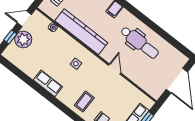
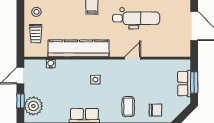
plant: (23, 39) -> (33, 106), moved
door: (115, 69) -> (133, 58), hinge flipped

